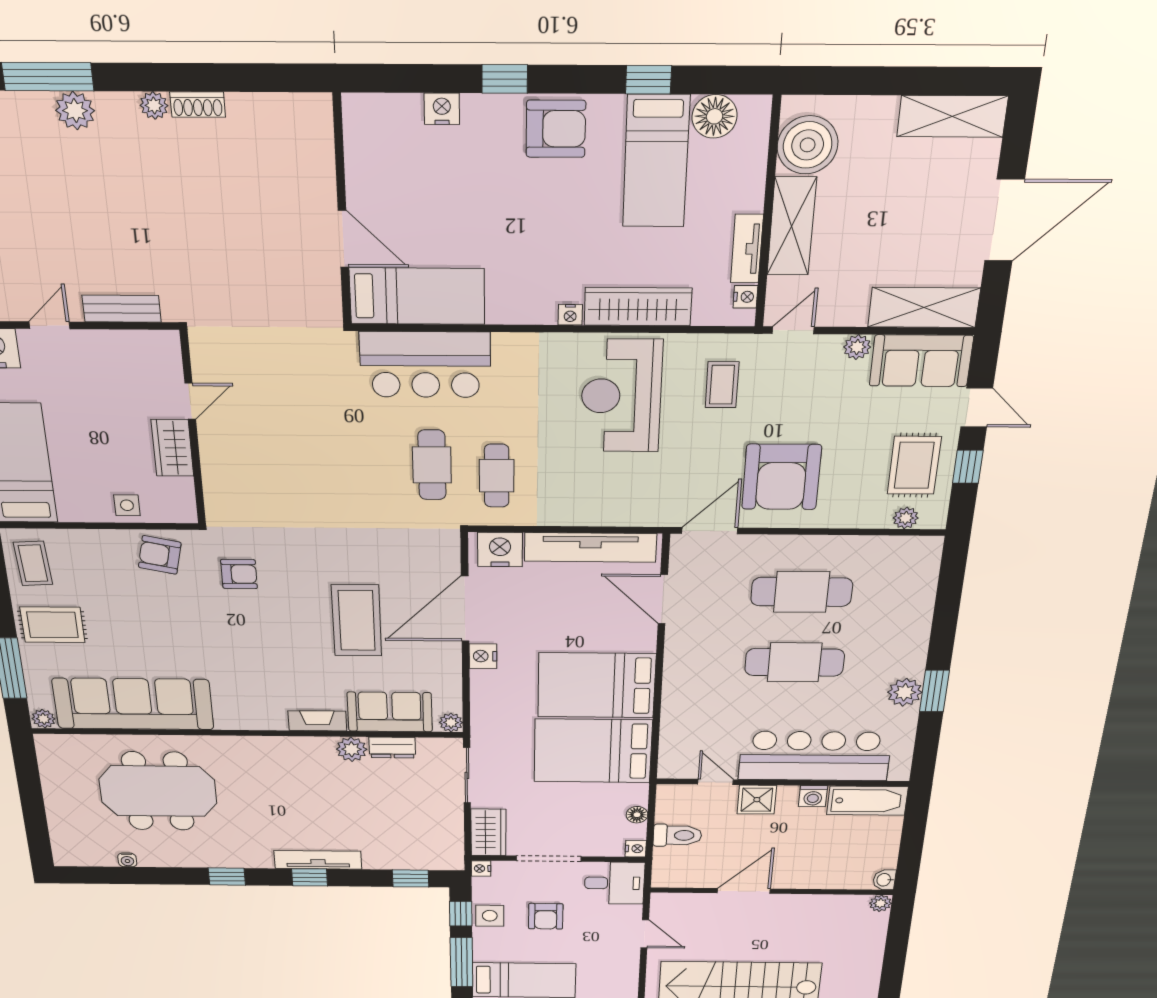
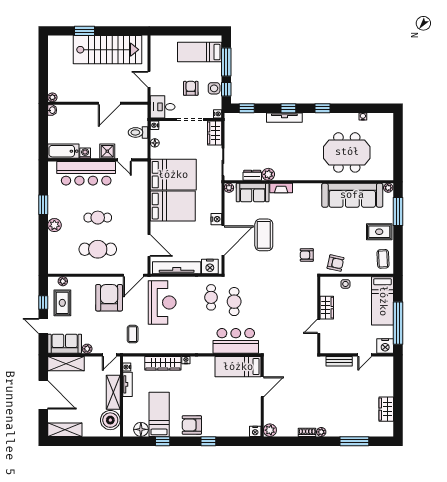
nightstand: (442, 109) -> (255, 431), moved
plant: (75, 111) -> (270, 430), moved
door: (1005, 220) -> (43, 395), swing flipped
door: (343, 239) -> (262, 387), swing flipped
reception desk: (621, 396) -> (162, 302), moved
cafe table: (795, 662) -> (98, 218), width x0.73, depth x0.74
plant: (905, 692) -> (54, 225), moved

